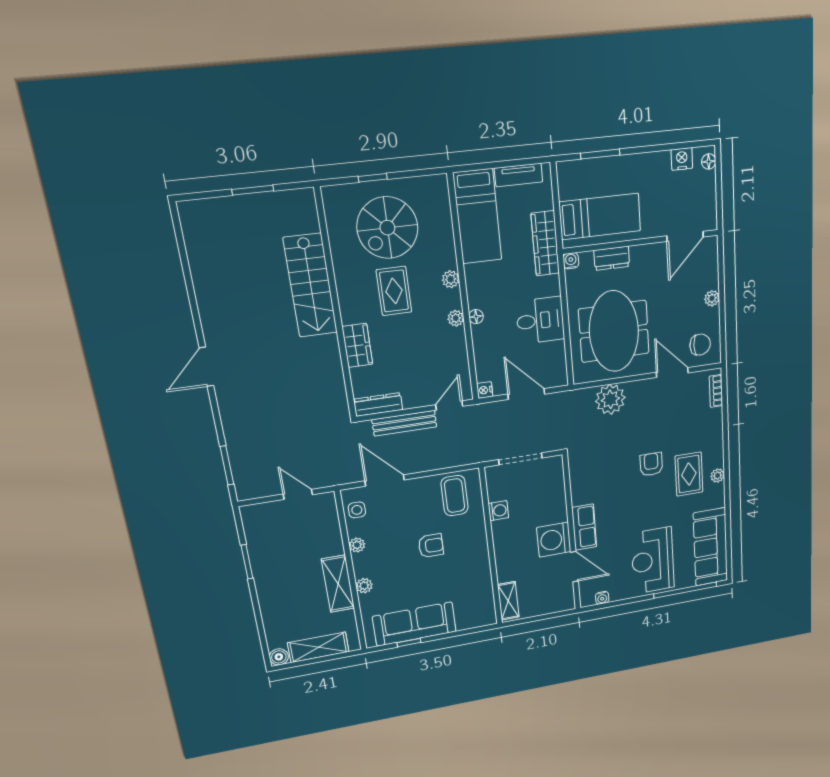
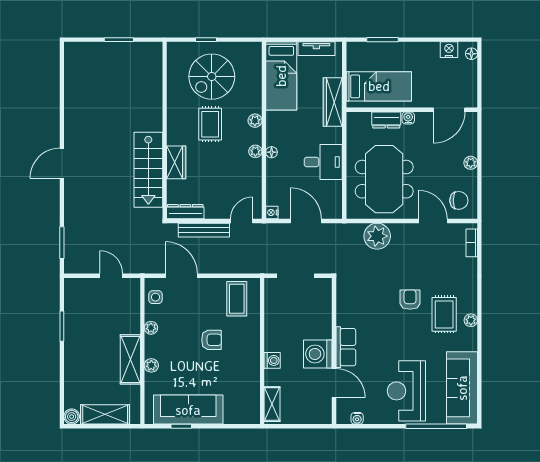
water cooler: (571, 261) -> (408, 118), moved
stairs: (311, 286) -> (148, 170), moved
washing machine: (498, 511) -> (272, 360), moved

